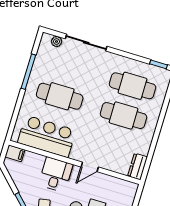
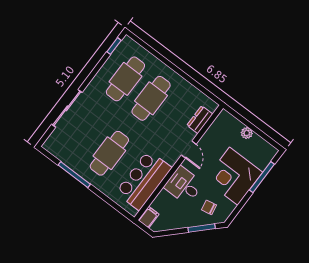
plant: (57, 42) -> (55, 137), removed
dresser: (137, 166) -> (200, 120), moved, turned 90

